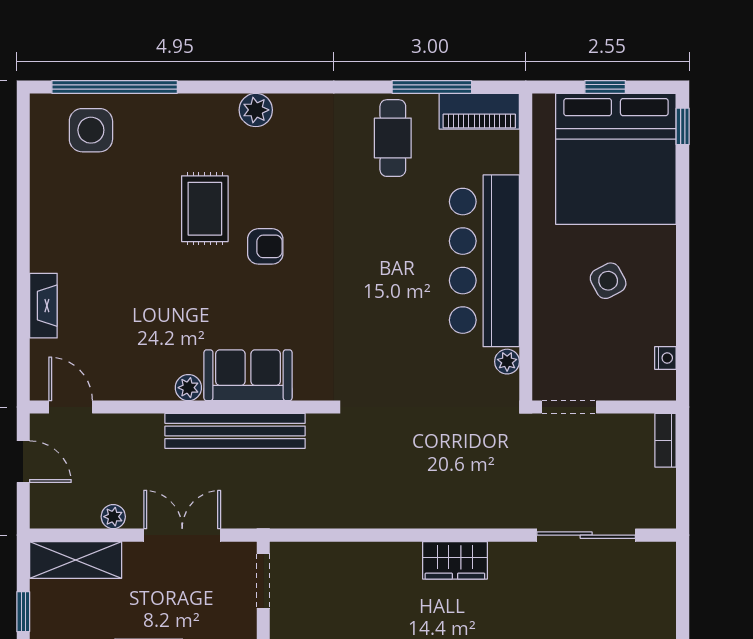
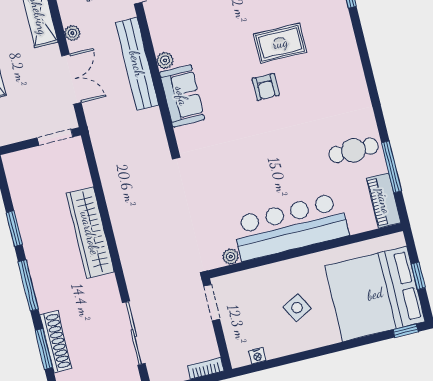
plant: (256, 110) -> (350, 60), removed
bench: (235, 431) -> (137, 64), moved
wardrobe: (455, 560) -> (90, 233), width x2.10, depth x1.17

